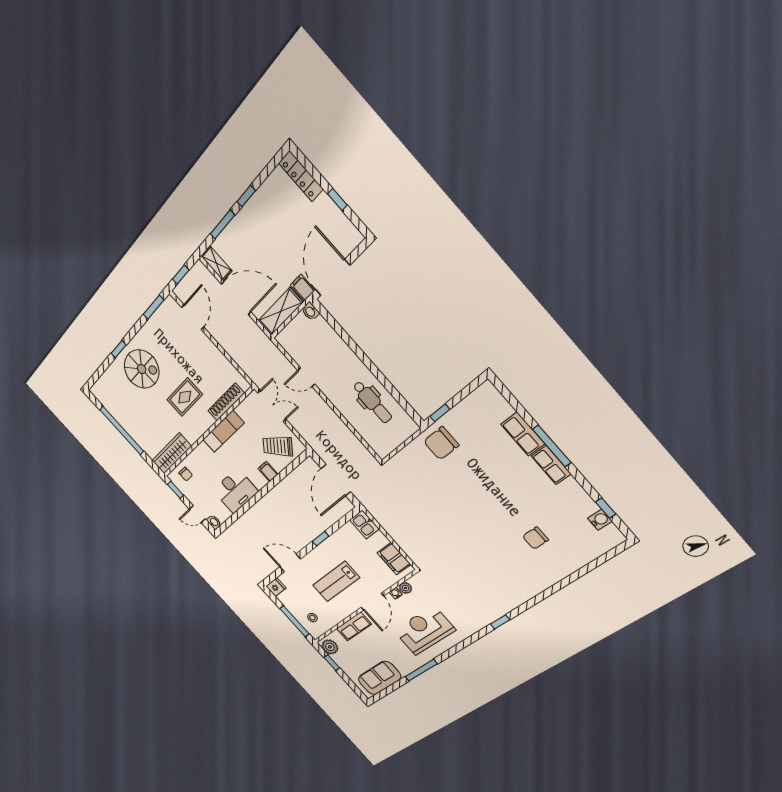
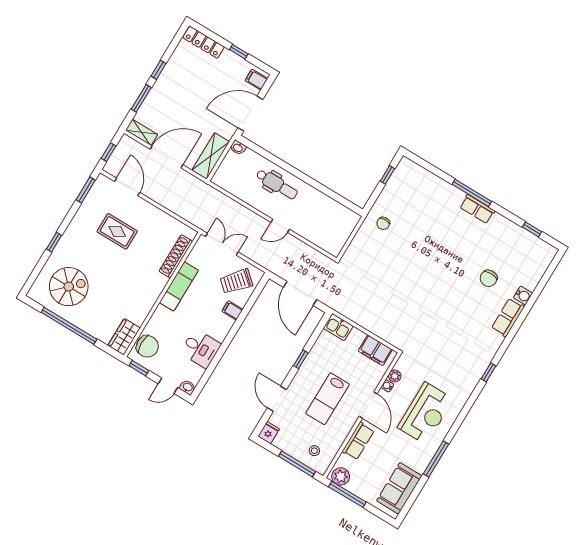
door: (332, 277) -> (250, 114), hinge flipped
filing cabinet: (303, 288) -> (256, 80), moved
spiral stairs: (142, 369) -> (69, 287), moved
door: (306, 377) -> (280, 226), moved
rug: (185, 397) -> (117, 231), moved, turned 90
dental chair: (372, 402) -> (277, 184), moved
window: (440, 413) -> (387, 175), moved
row of seats: (523, 434) -> (508, 317), moved, turned 90
chair: (441, 443) -> (383, 223), width x0.54, depth x0.54
wardrobe: (172, 453) -> (124, 337), width x0.67
chair: (186, 474) -> (147, 346), width x1.87, depth x1.87
desk: (235, 491) -> (201, 348), width x0.73
water cooler: (600, 520) -> (523, 295), moved, turned 90
door: (290, 563) -> (277, 399), hinge flipped
reception desk: (424, 630) -> (425, 413), turned 180
window: (332, 663) -> (347, 494), width x2.17

